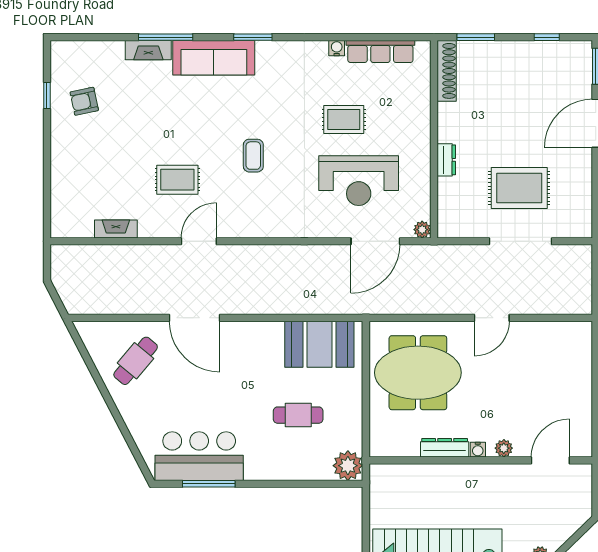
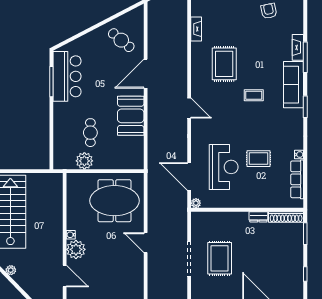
rug: (344, 119) -> (258, 159), turned 90
coffee table: (253, 156) -> (254, 95), moved
dresser: (446, 160) -> (258, 217), moved
rug: (177, 180) -> (224, 64), width x1.36, depth x1.43
reception desk: (359, 181) -> (224, 167), turned 180
door: (199, 241) -> (189, 108), moved
booth: (319, 344) -> (131, 116), moved
meeting table: (418, 373) -> (114, 201), turned 90
dresser: (445, 448) -> (72, 216), removed
plant: (504, 448) -> (76, 249), width x1.88, depth x1.88
plant: (348, 466) -> (84, 161), moved

